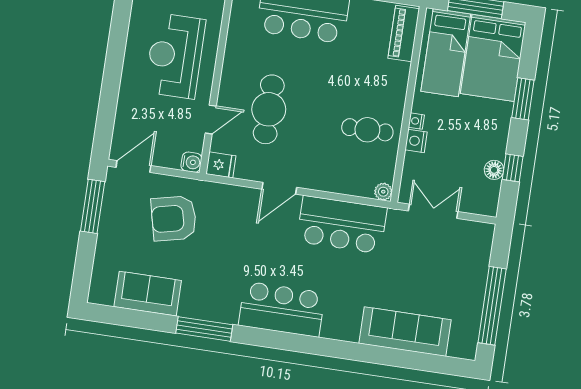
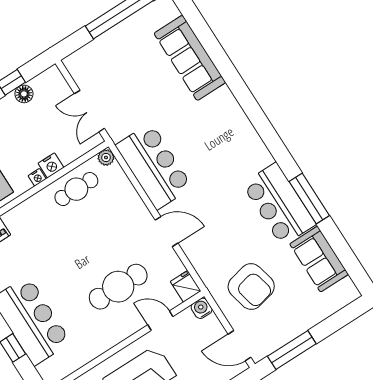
cafe table: (367, 130) -> (76, 189), moved, turned 90
bar counter: (282, 309) -> (279, 204), moved

